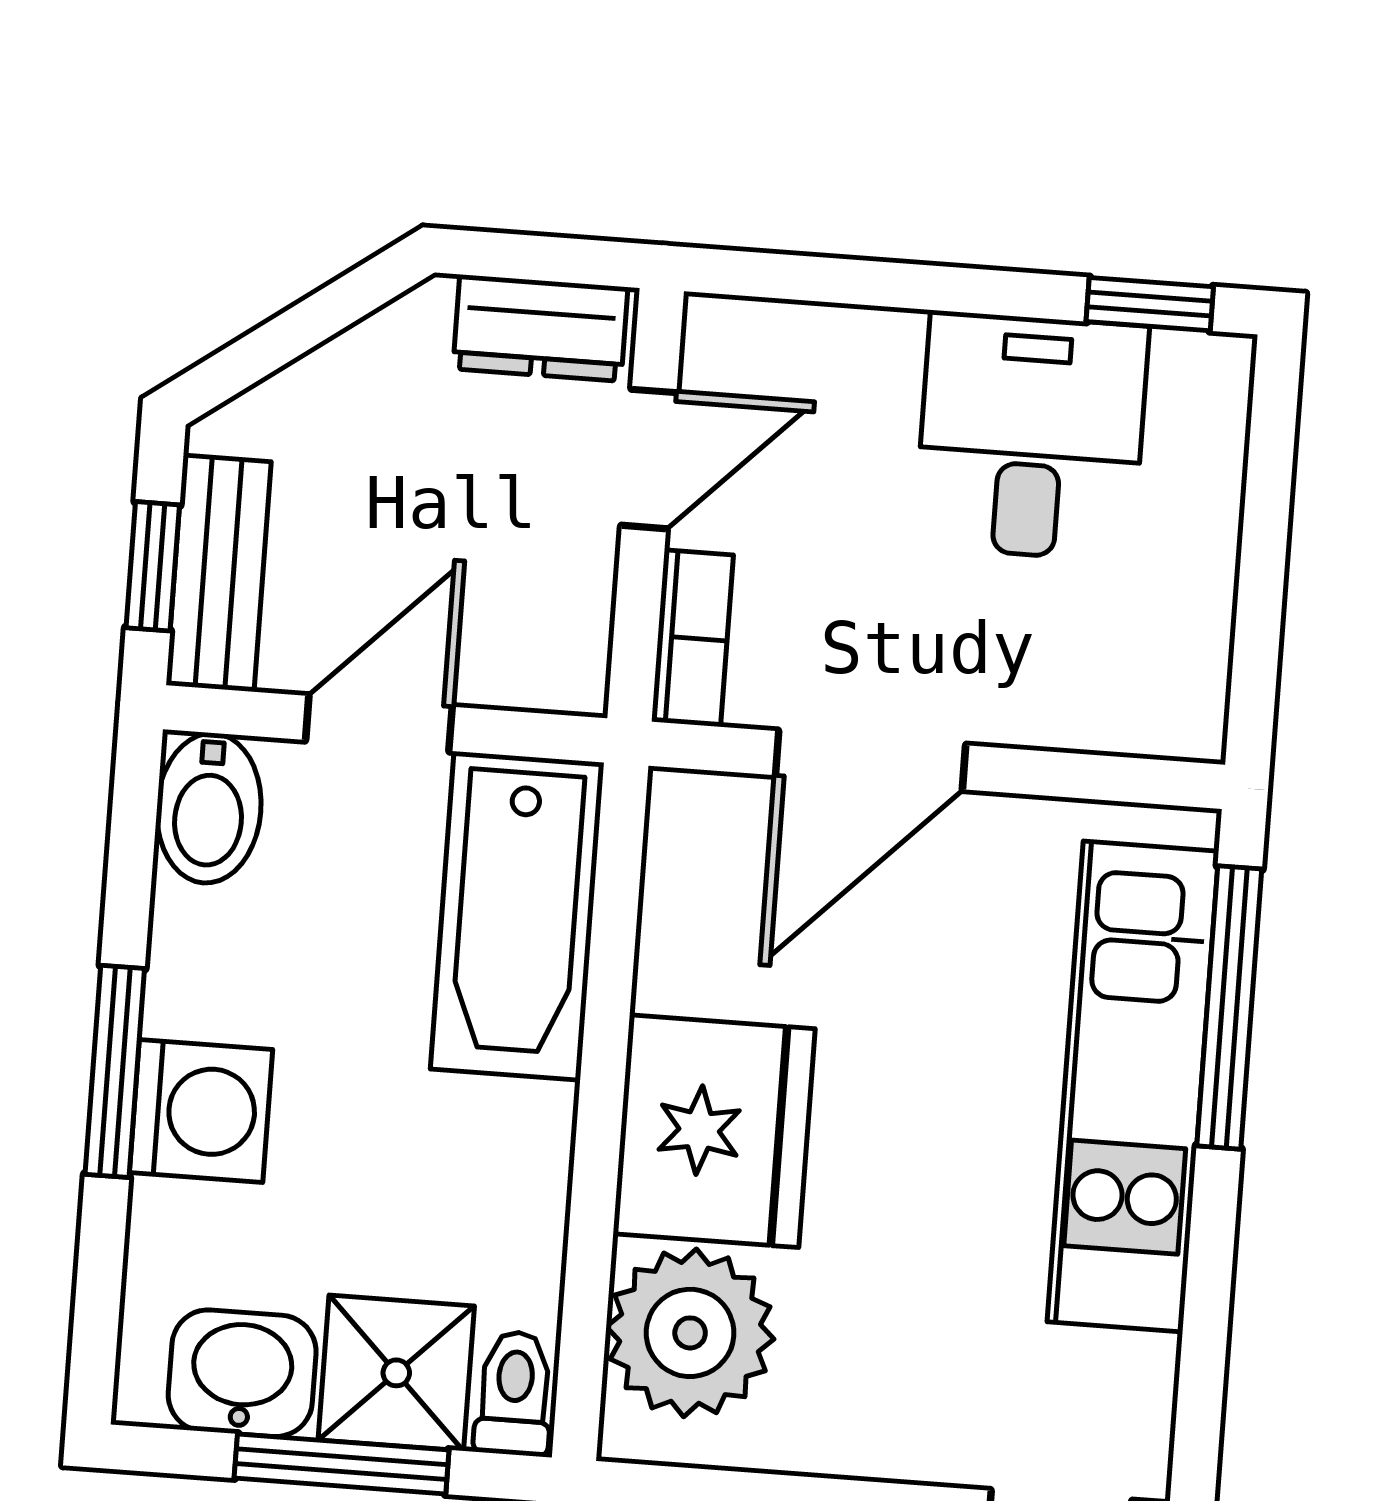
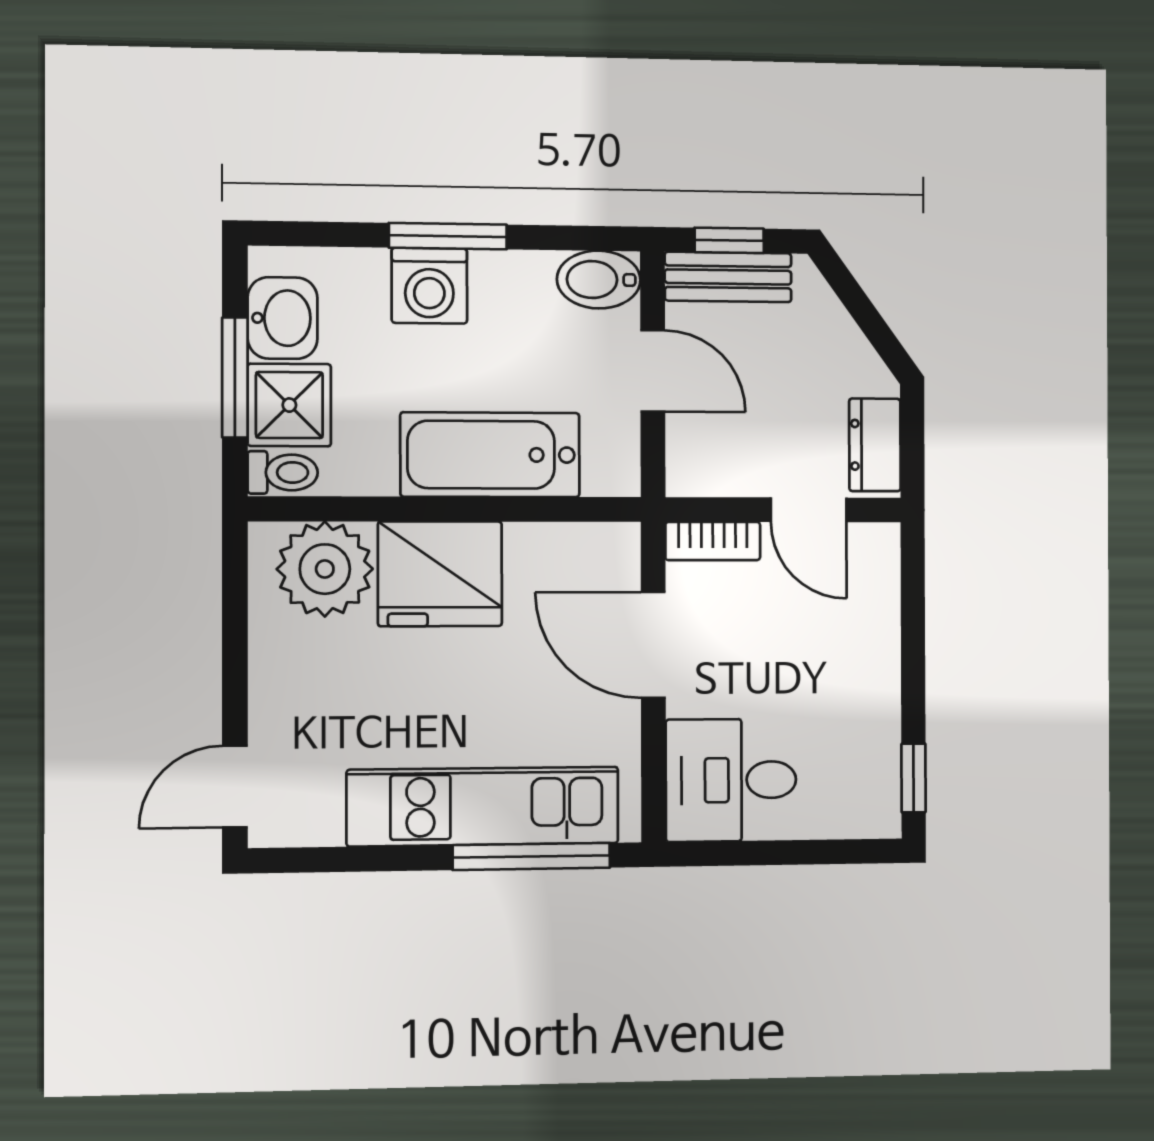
desk: (1031, 436) -> (731, 780), moved, turned 180
bathtub: (517, 916) -> (490, 455), moved

